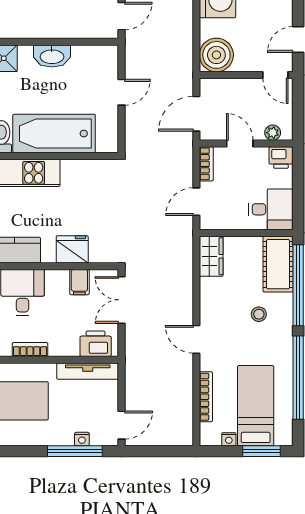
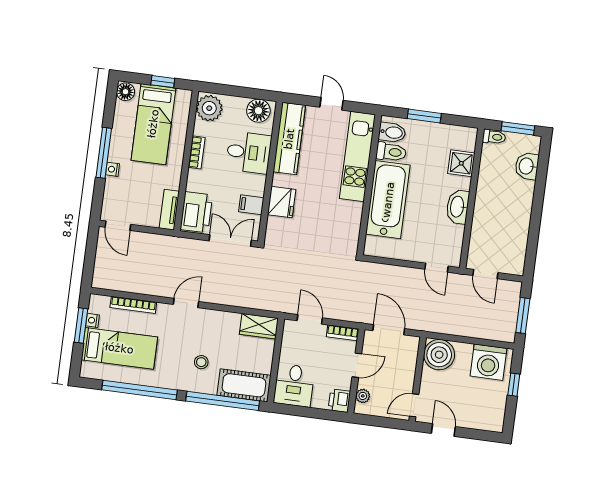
door: (122, 92) -> (437, 268), moved
printer: (96, 344) -> (196, 212), width x1.37, depth x1.19
tv unit: (88, 371) -> (169, 210), width x0.71
nightstand: (82, 439) -> (113, 169), moved
window: (75, 451) -> (104, 153), moved
window: (261, 451) -> (81, 325), moved

